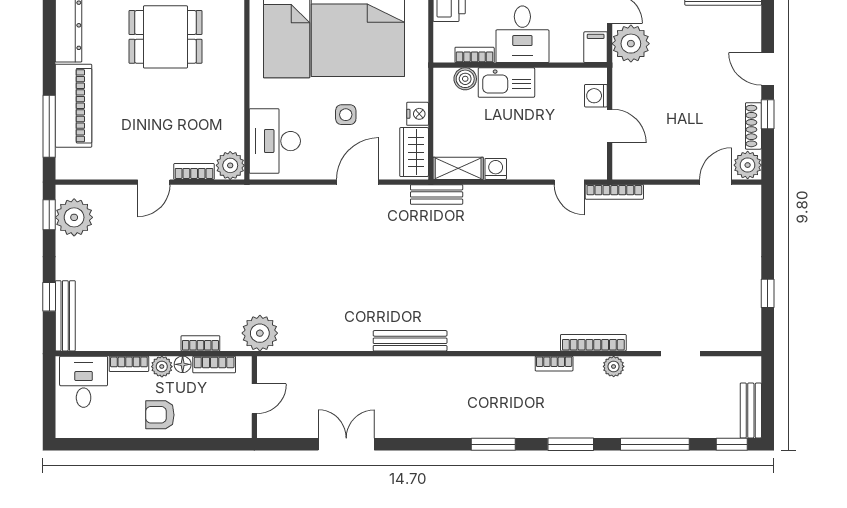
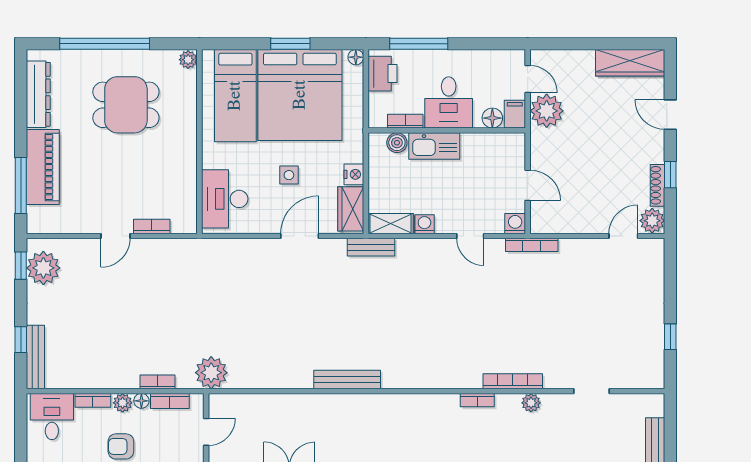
floor lamp: (571, 52) -> (492, 118), added
door: (768, 69) -> (670, 115), moved
washing machine: (596, 96) -> (515, 224), moved, turned 90
plant: (230, 165) -> (184, 221), removed
door: (569, 182) -> (470, 236), moved

